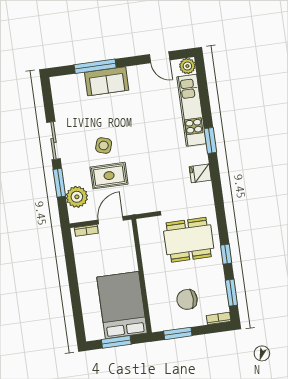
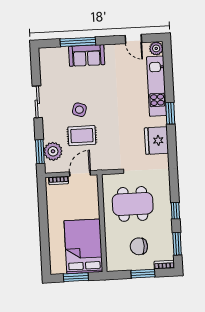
fridge: (200, 173) -> (156, 141), width x1.88, depth x1.34
window: (59, 183) -> (40, 152), moved
dining table: (189, 240) -> (133, 204), moved
window: (178, 333) -> (143, 274), moved

